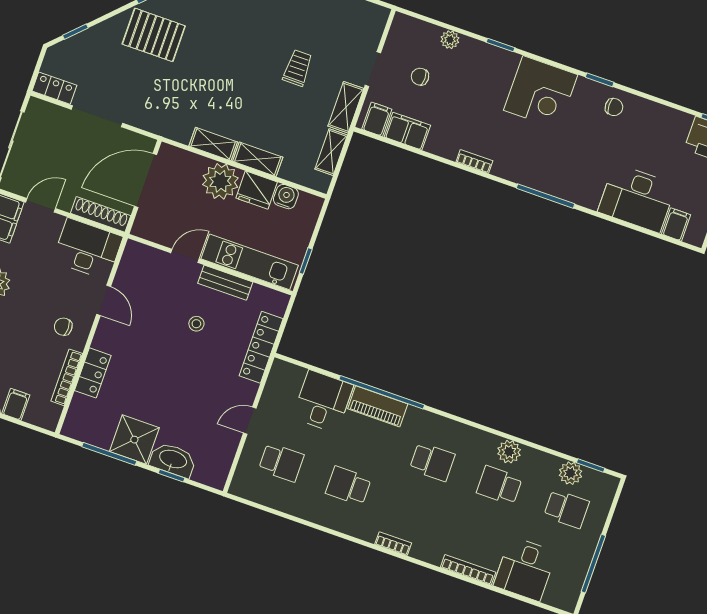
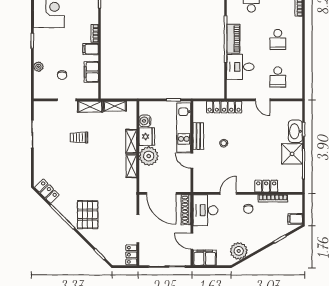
filing cabinet: (377, 119) -> (91, 49), moved
school desk: (281, 462) -> (278, 77), turned 180

